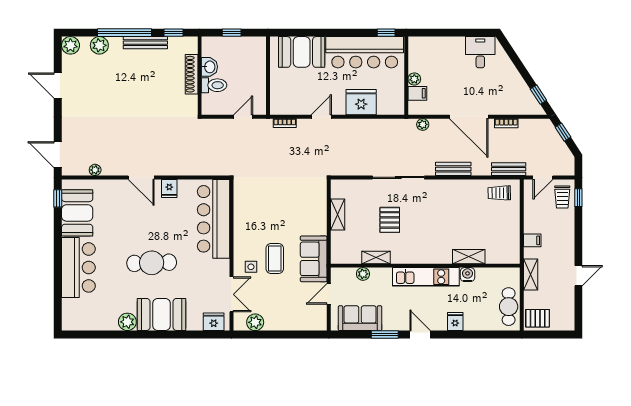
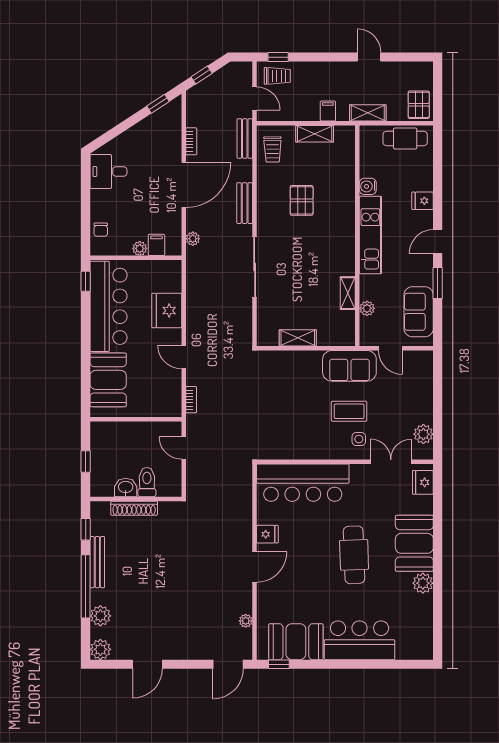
chair: (430, 46) -> (101, 230), added
pallet: (390, 220) -> (302, 200), moved, turned 90
shelving: (469, 257) -> (315, 134), moved, turned 90

